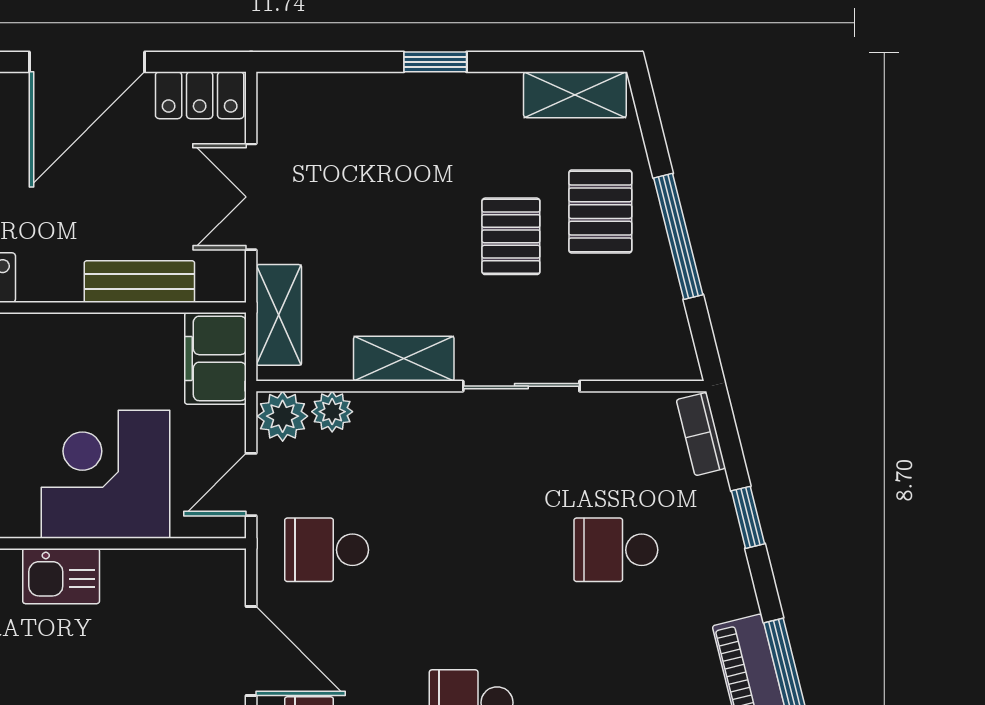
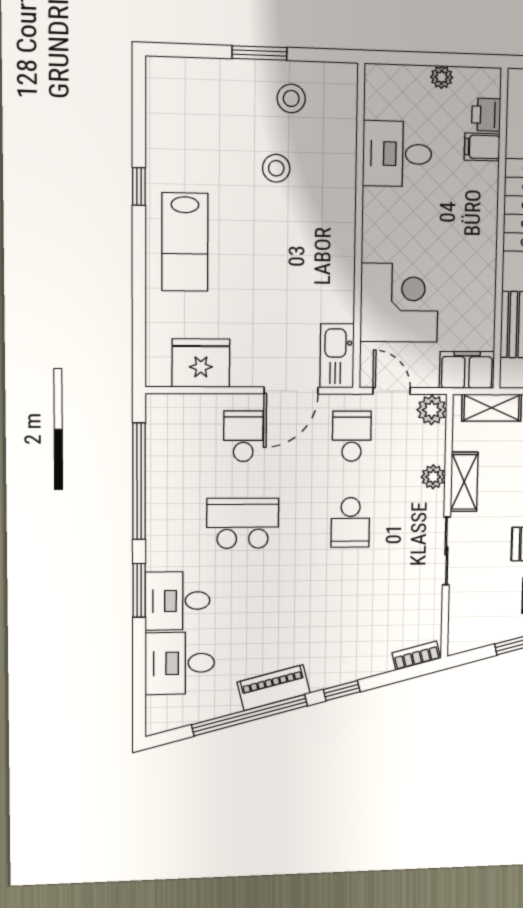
plant: (332, 412) -> (433, 477), moved
window: (748, 517) -> (342, 691), moved
school desk: (616, 550) -> (350, 522), moved, turned 180
kitchen sink: (61, 576) -> (337, 356), moved, width x1.38

